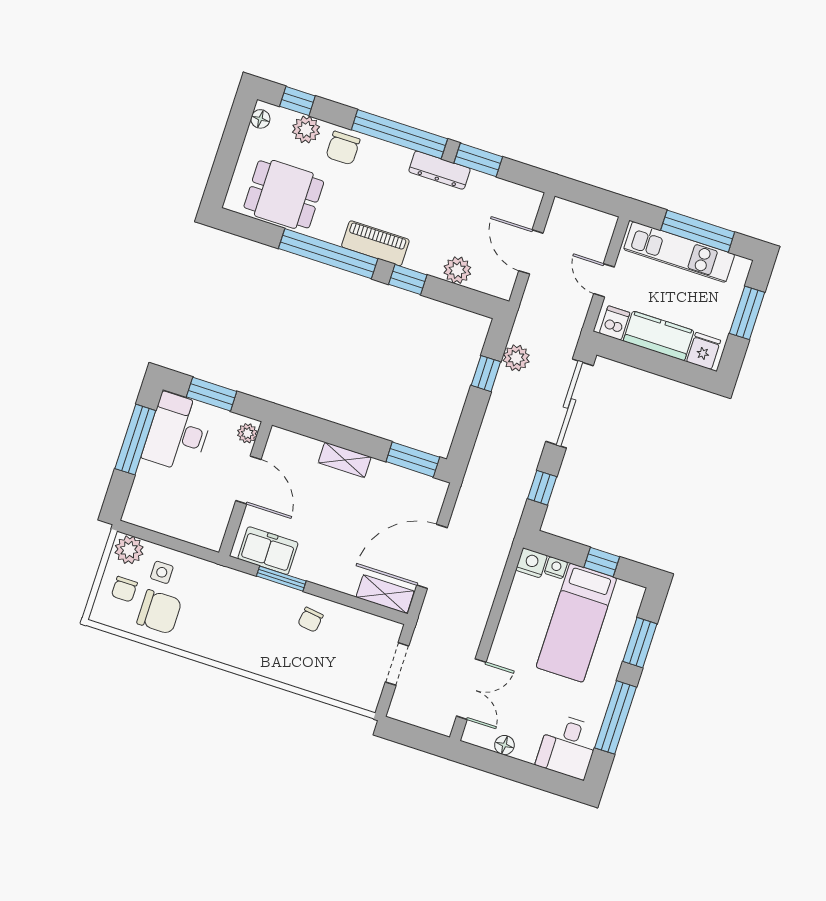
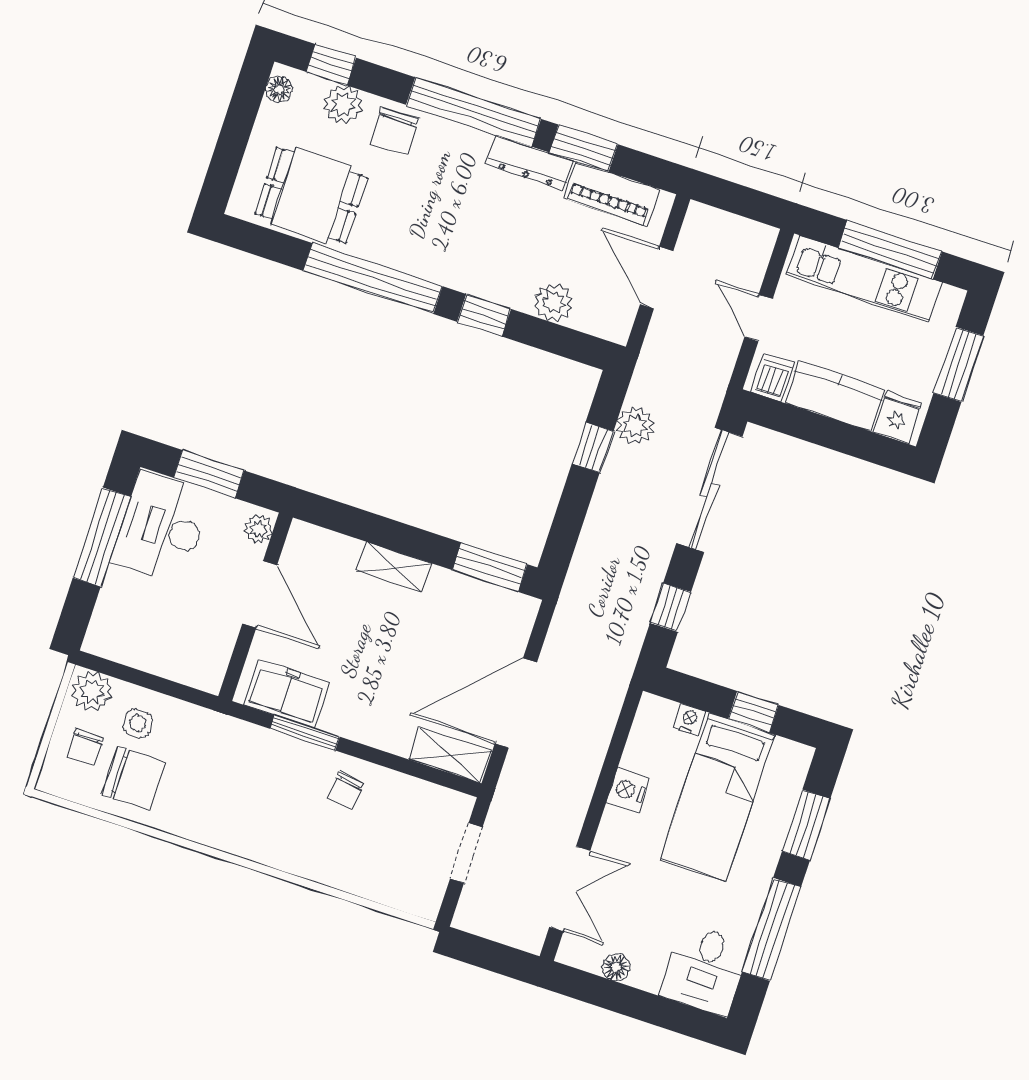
piano: (375, 243) -> (611, 194), moved, turned 180
nightstand: (531, 563) -> (628, 790), moved, turned -90

